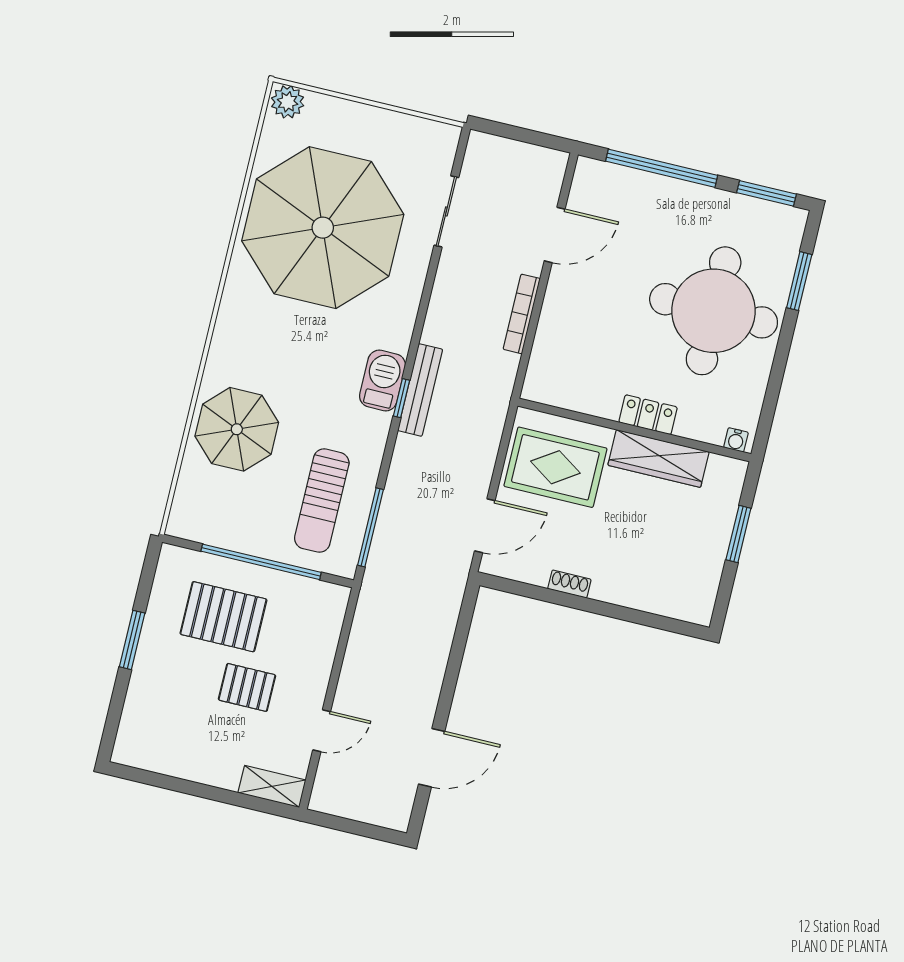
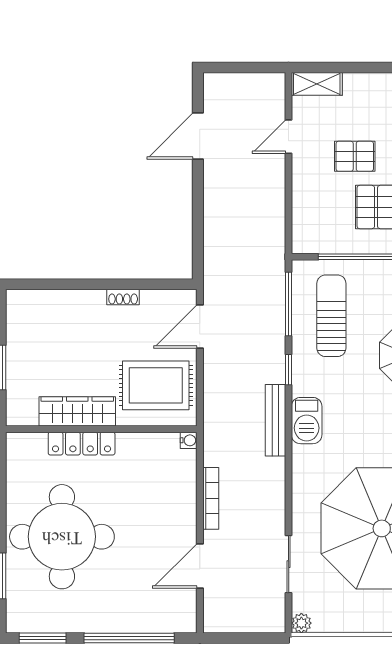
plant: (448, 136) -> (301, 623), added
window: (402, 398) -> (289, 370), moved
locker: (648, 415) -> (82, 444), width x1.53
water cooler: (736, 440) -> (189, 440), moved, turned 90

